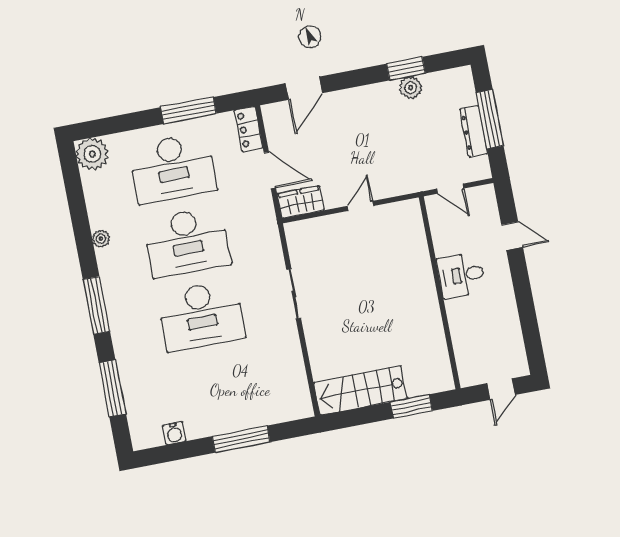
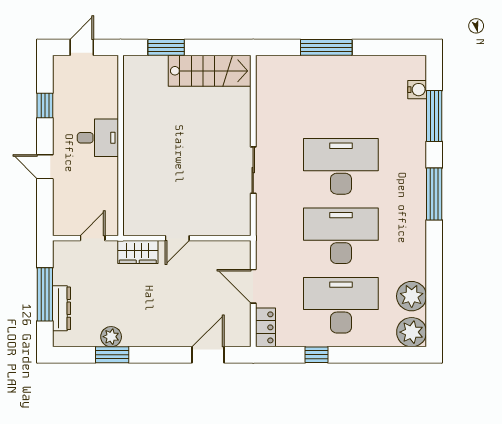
window: (189, 110) -> (317, 355), width x0.46
dresser: (474, 131) -> (62, 308), moved
door: (450, 189) -> (93, 238), hinge flipped
wardrobe: (301, 202) -> (138, 252), moved
door: (512, 236) -> (45, 167), moved
plant: (101, 239) -> (412, 296), moved, width x1.87, depth x1.87
desk: (461, 275) -> (98, 138), moved
window: (528, 320) -> (45, 105), added
water cooler: (174, 433) -> (417, 90), moved, turned 90

